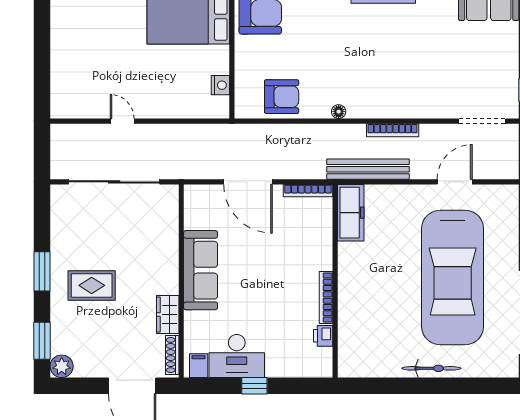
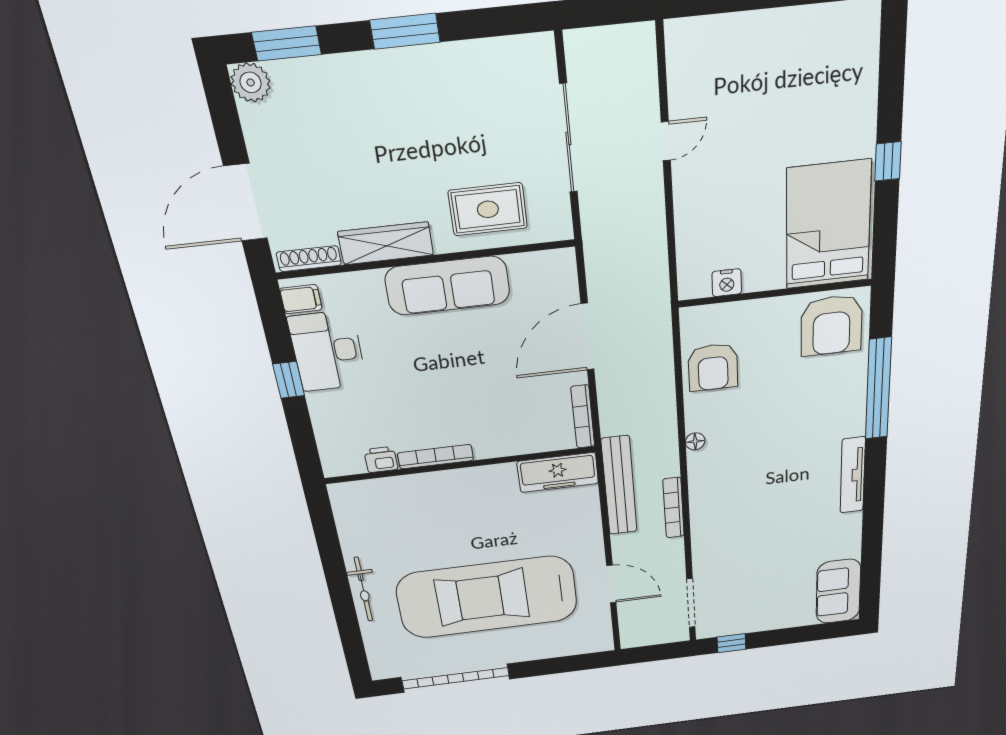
sliding door: (114, 182) -> (568, 139), width x0.73
rug: (92, 285) -> (488, 209), moved, turned 90
wardrobe: (168, 315) -> (386, 243), width x1.50

